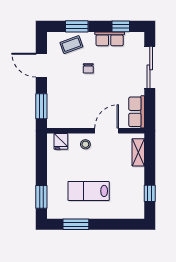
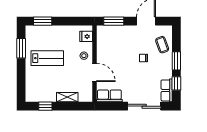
window: (77, 26) -> (176, 61), moved
row of seats: (110, 39) -> (167, 90), moved
shelving: (138, 152) -> (67, 97), moved
lab bench: (89, 191) -> (47, 58), turned 90

